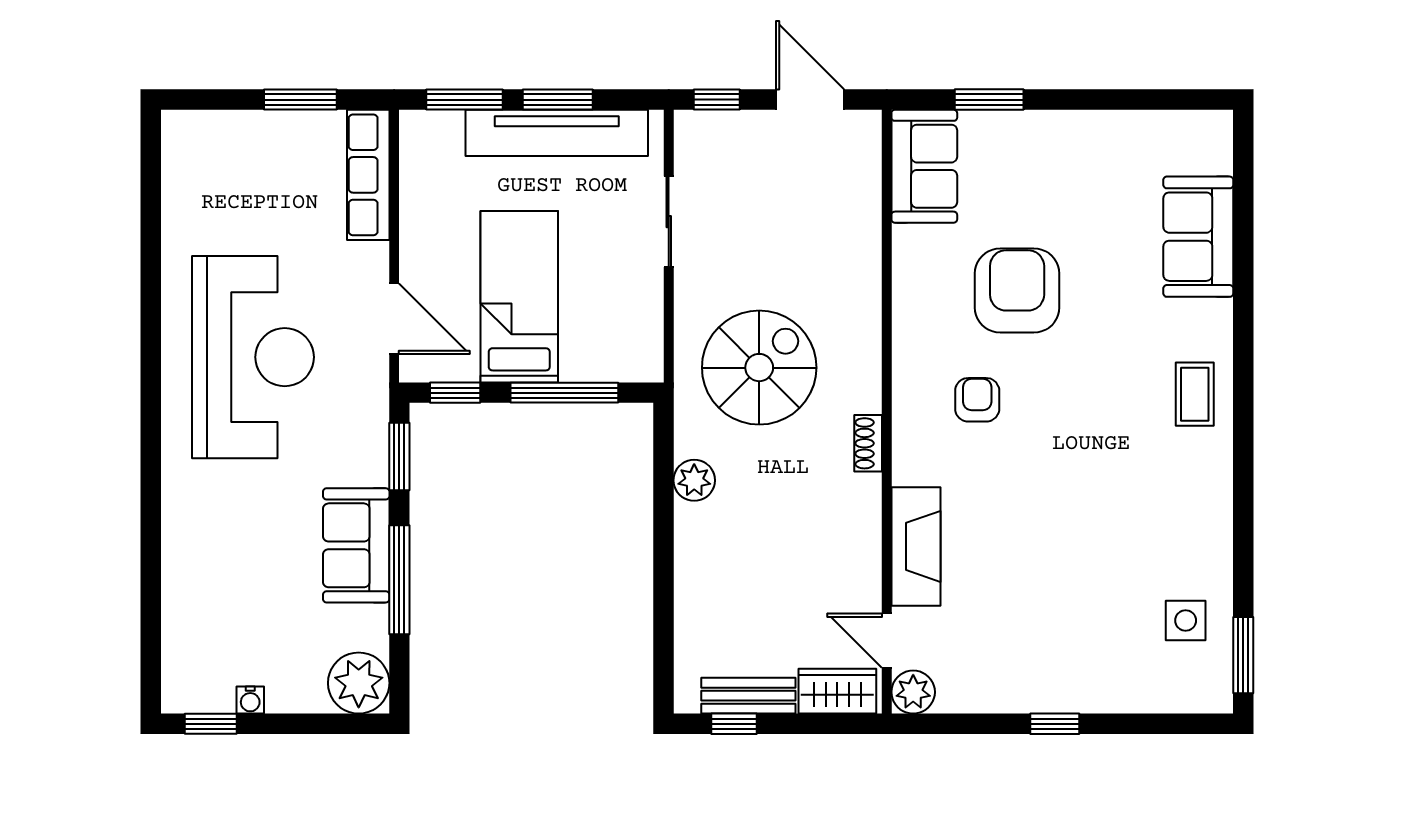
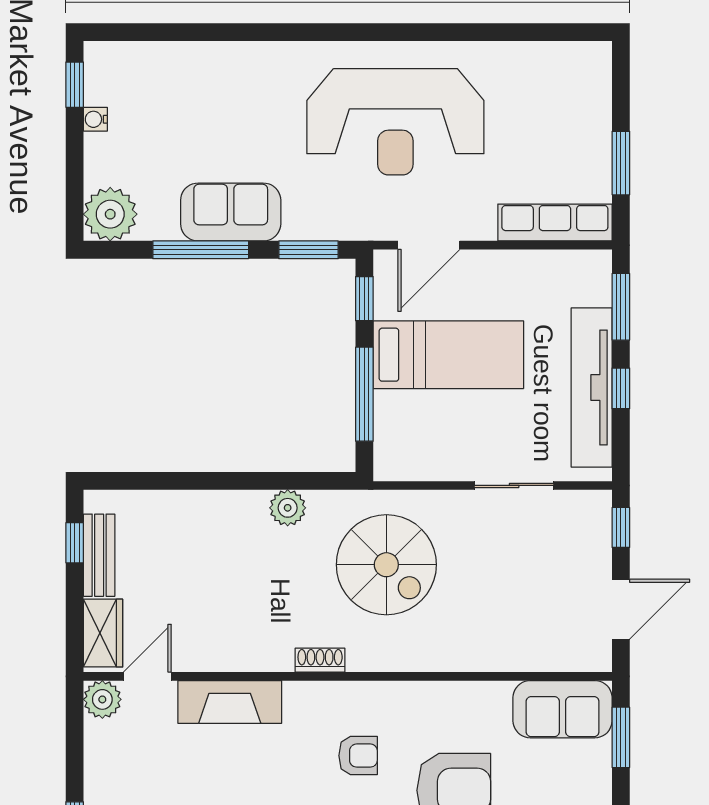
window: (558, 100) -> (621, 388), width x0.67
window: (989, 100) -> (621, 737), moved

